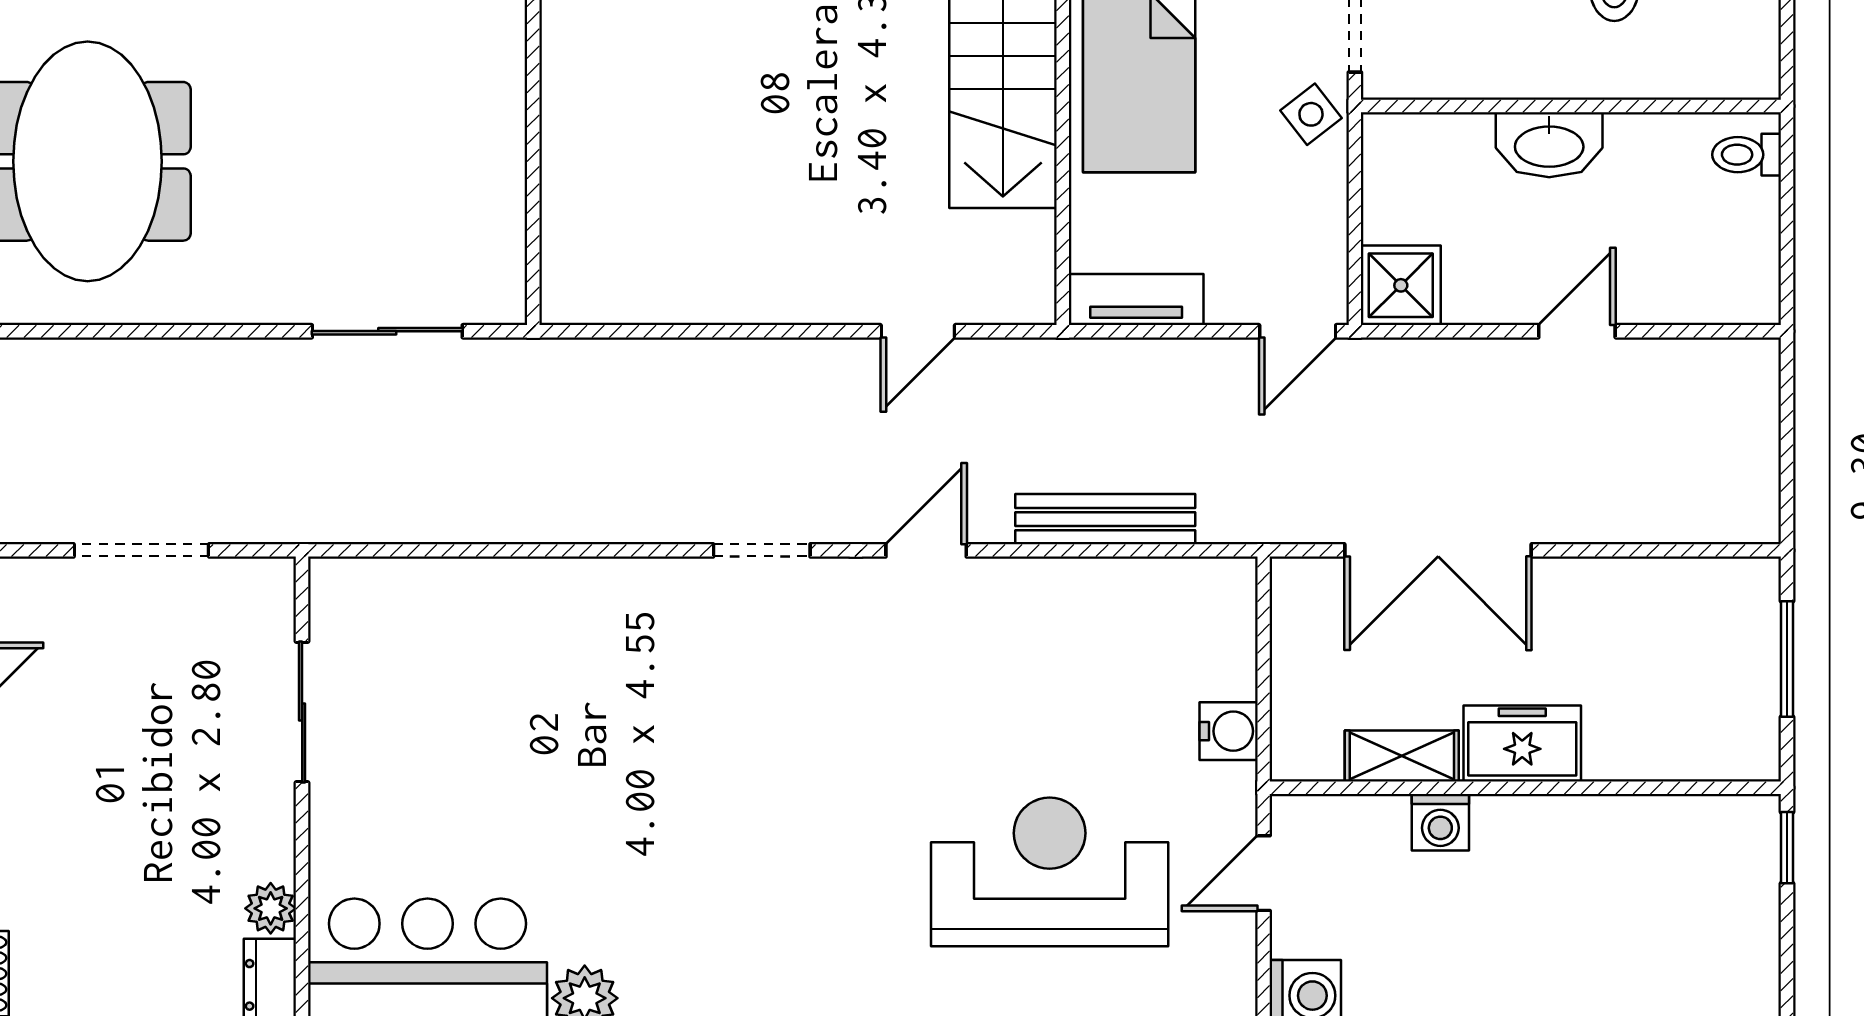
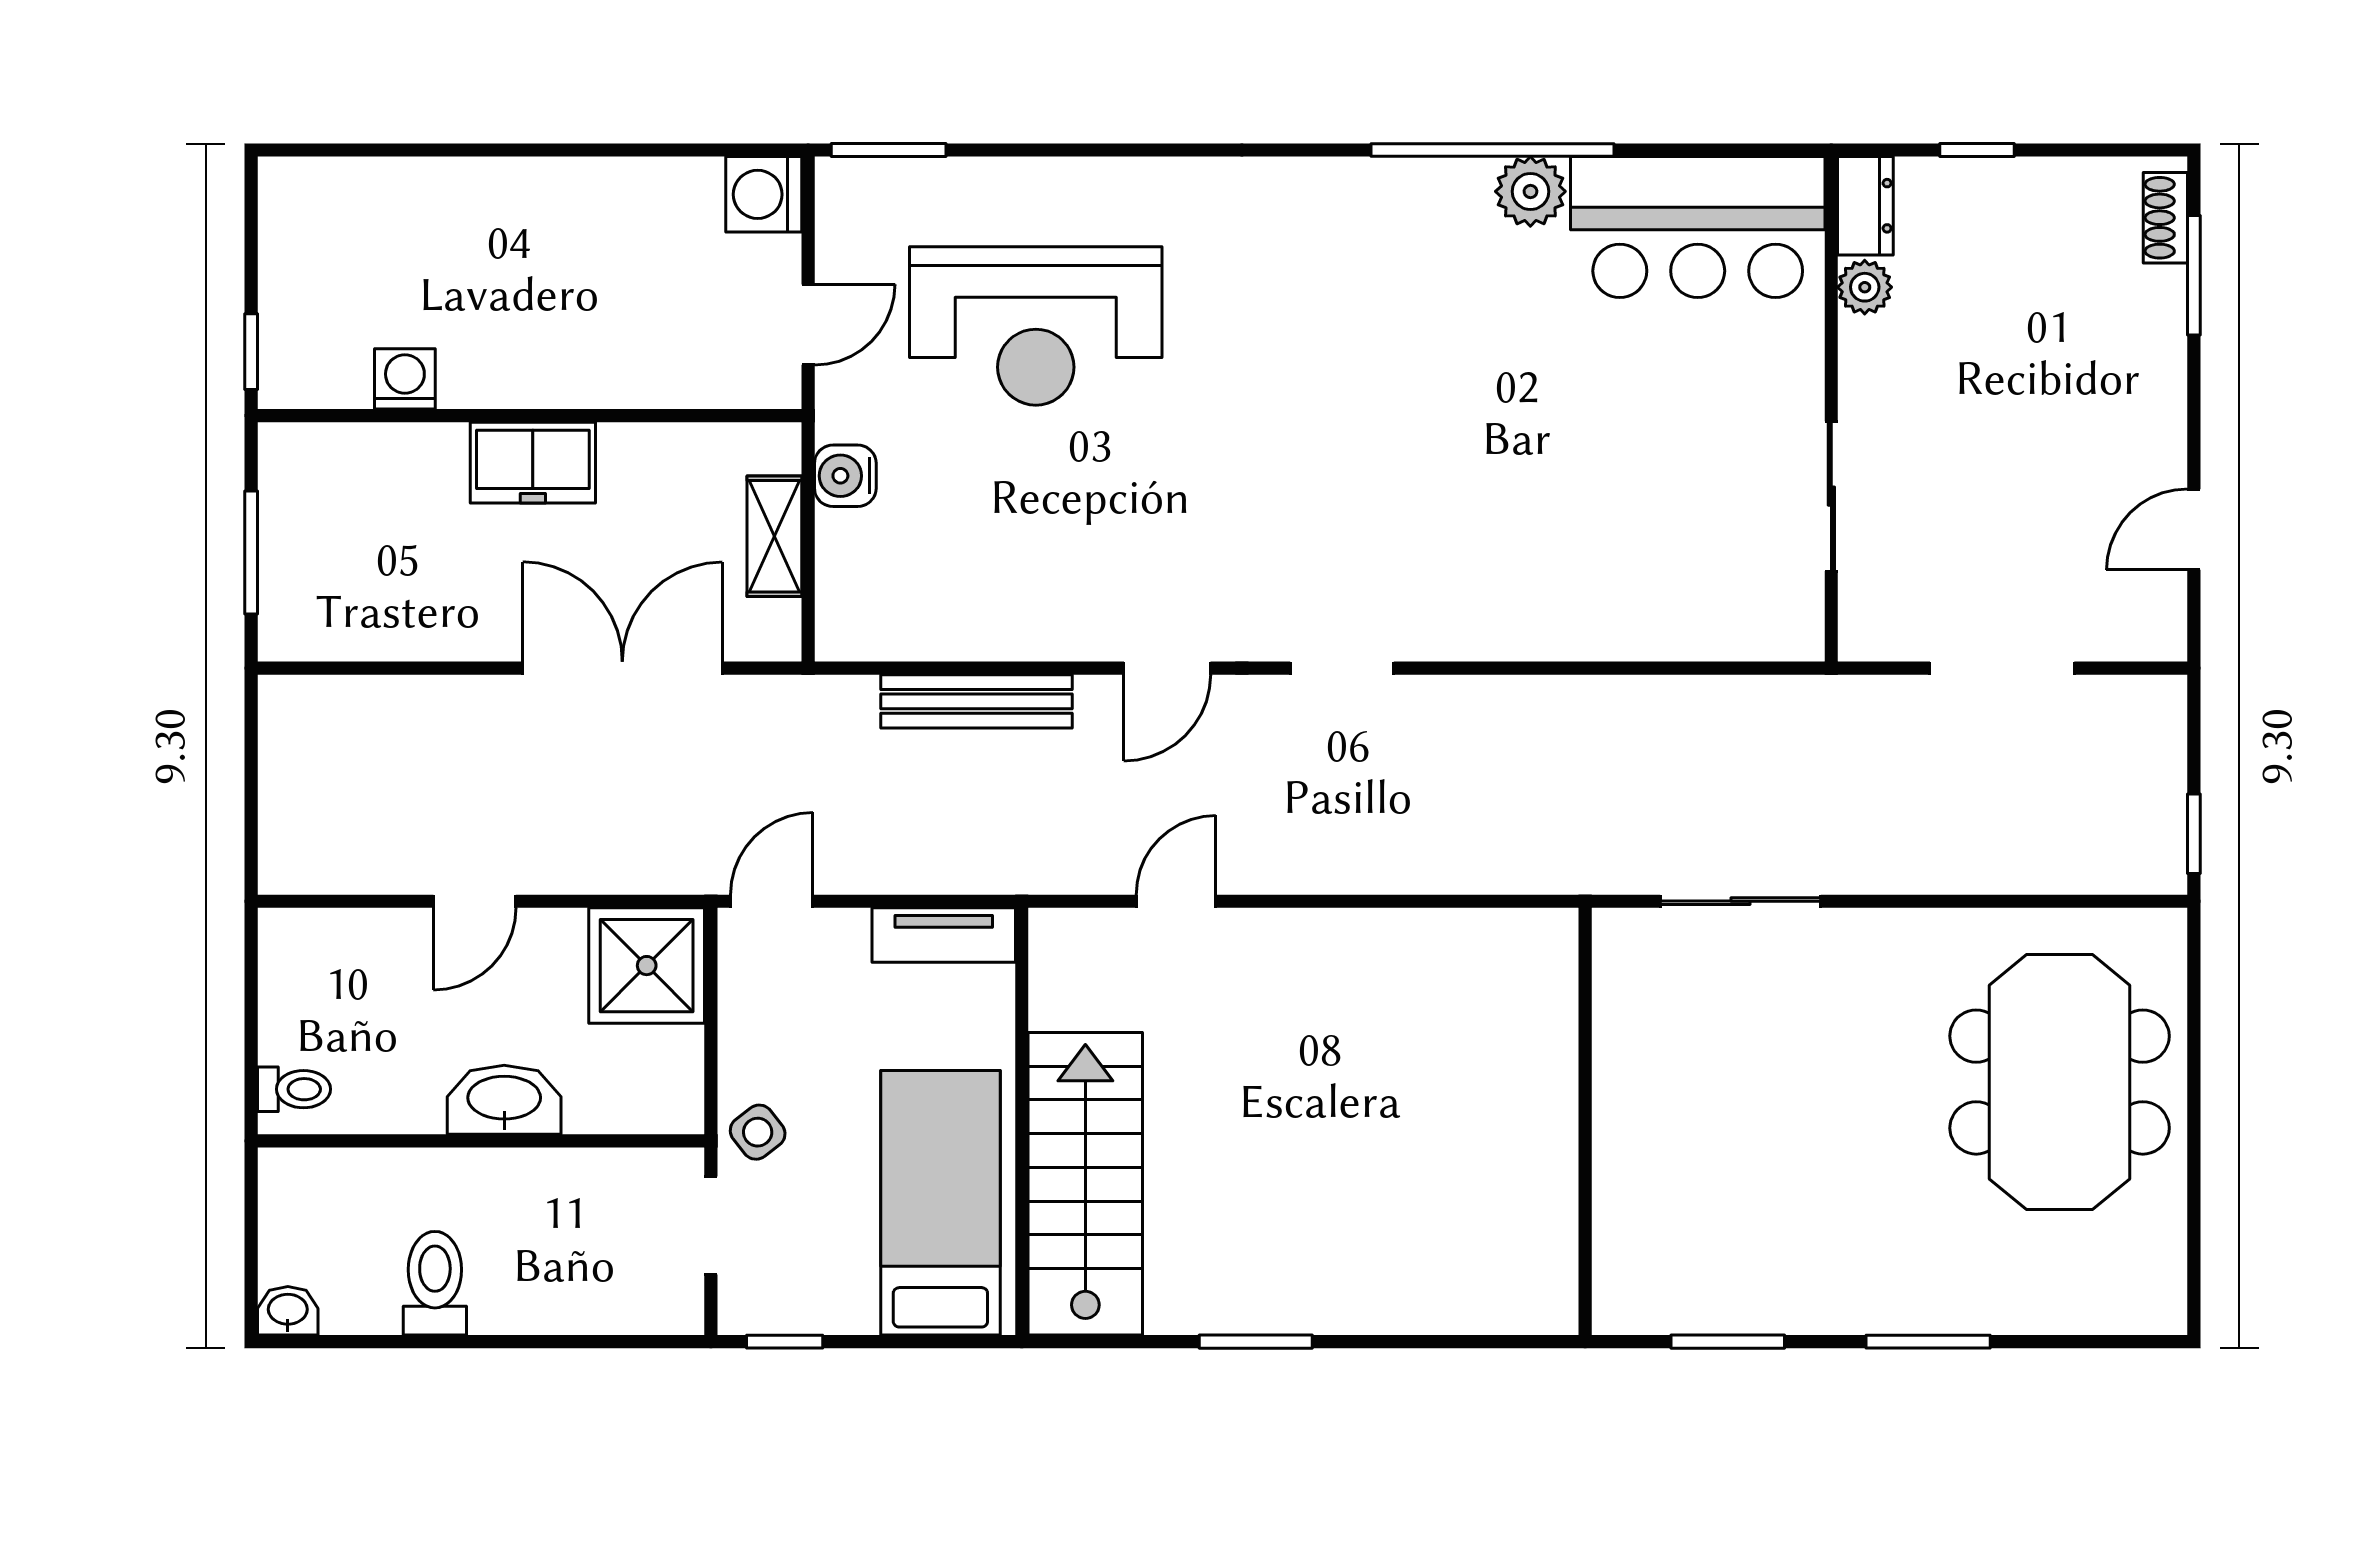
shower: (1401, 285) -> (647, 966), width x1.36, depth x1.36
shelving: (1402, 756) -> (774, 536), moved, turned 90
washing machine: (1440, 822) -> (405, 379), moved

